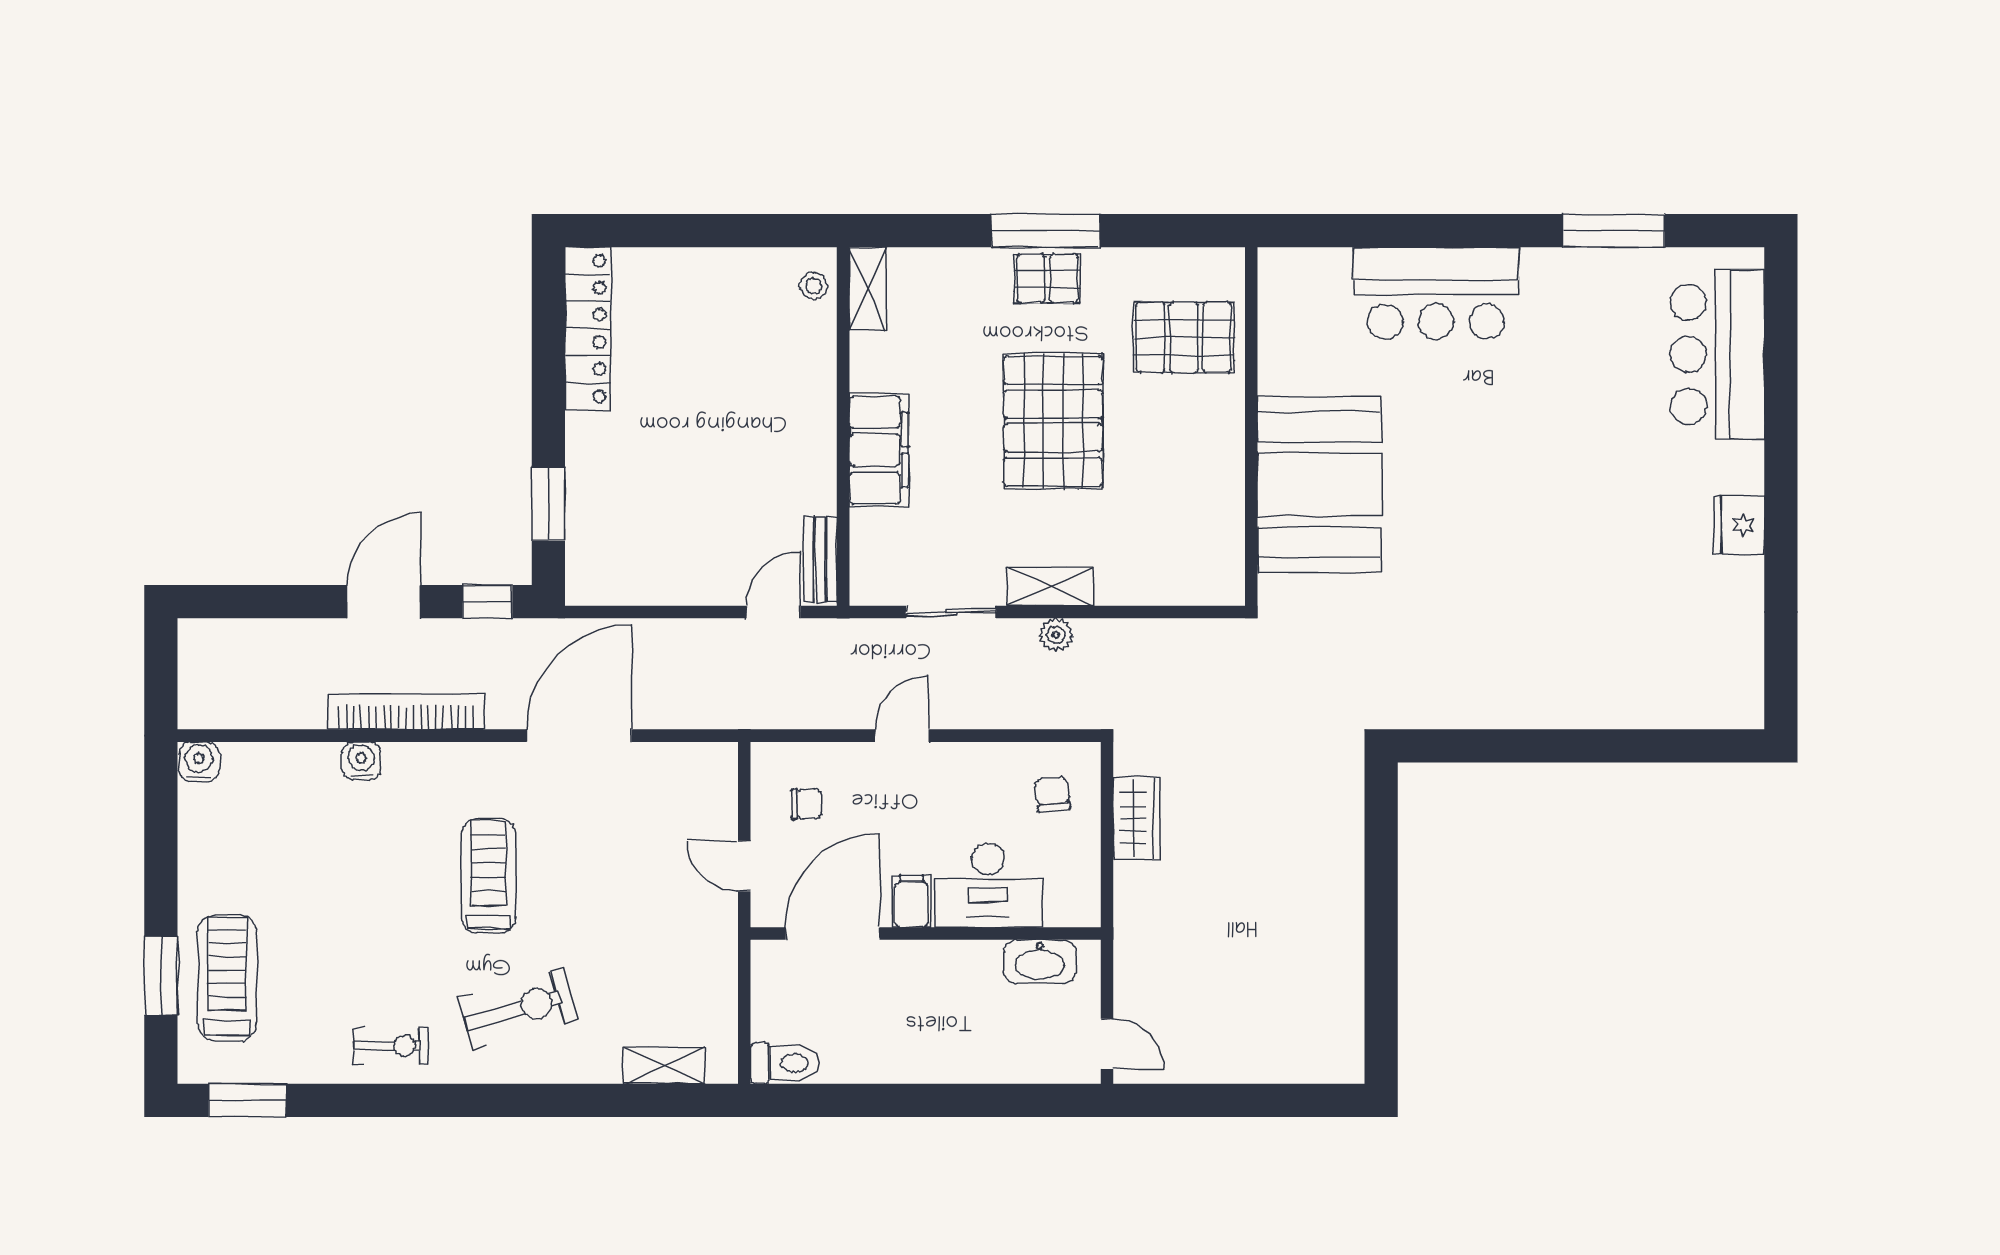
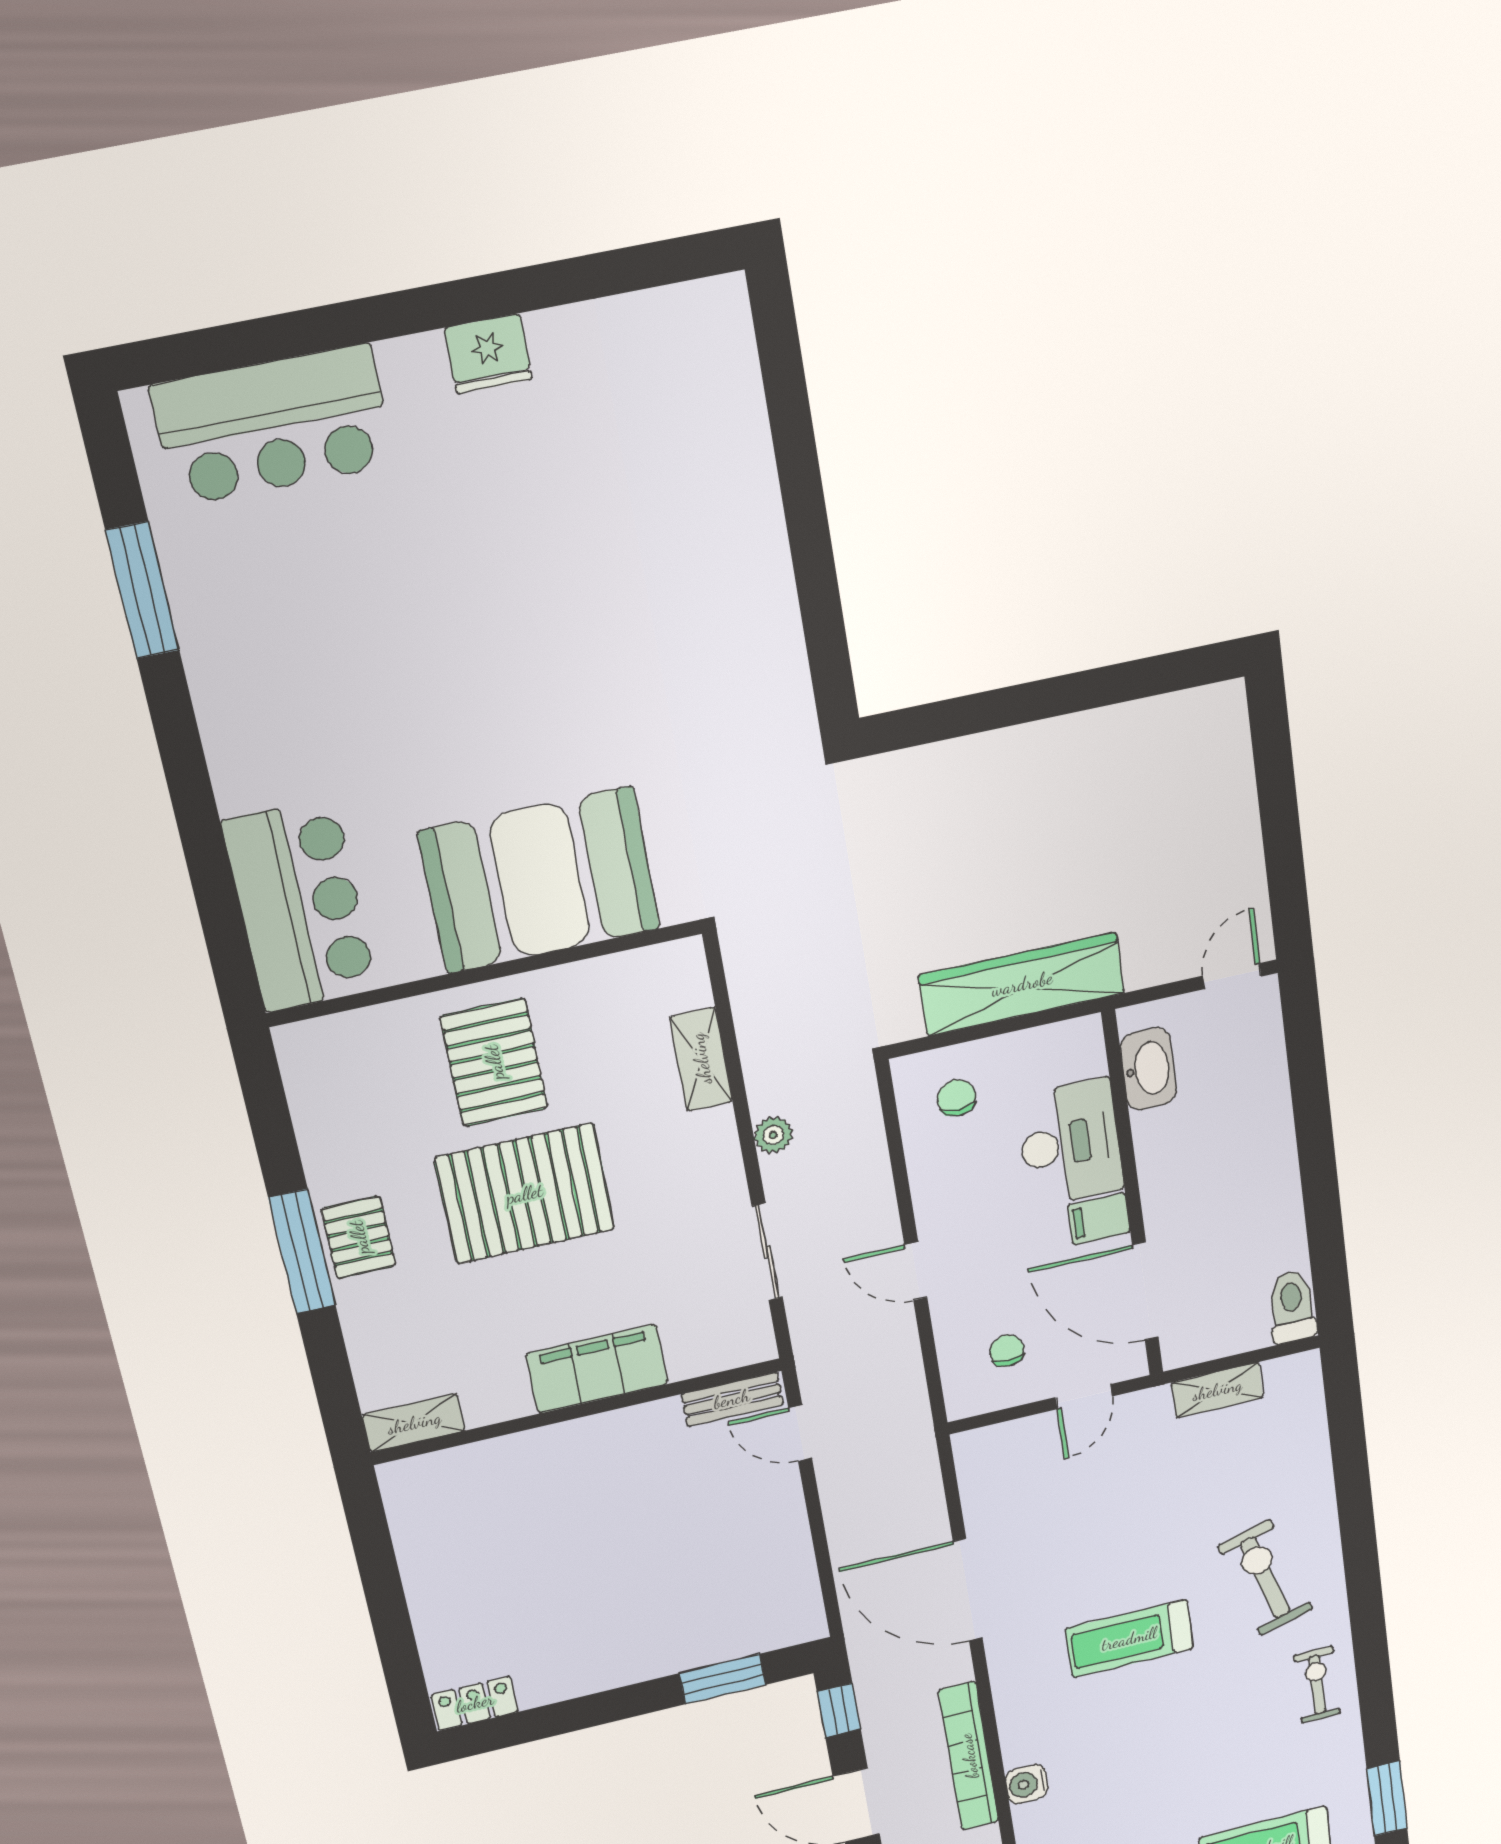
stool: (814, 286) -> (424, 1478), removed
bar counter: (1436, 293) -> (300, 906), moved
locker: (588, 328) -> (475, 1703), width x0.46, depth x0.83
pallet: (1184, 337) -> (494, 1062), moved
shelving: (1050, 586) -> (701, 1059), moved
chair: (1052, 794) -> (957, 1098), turned 97
wardrobe: (1137, 818) -> (1022, 984), width x2.10, depth x1.17
shelving: (664, 1066) -> (1217, 1390), moved, turned 90

